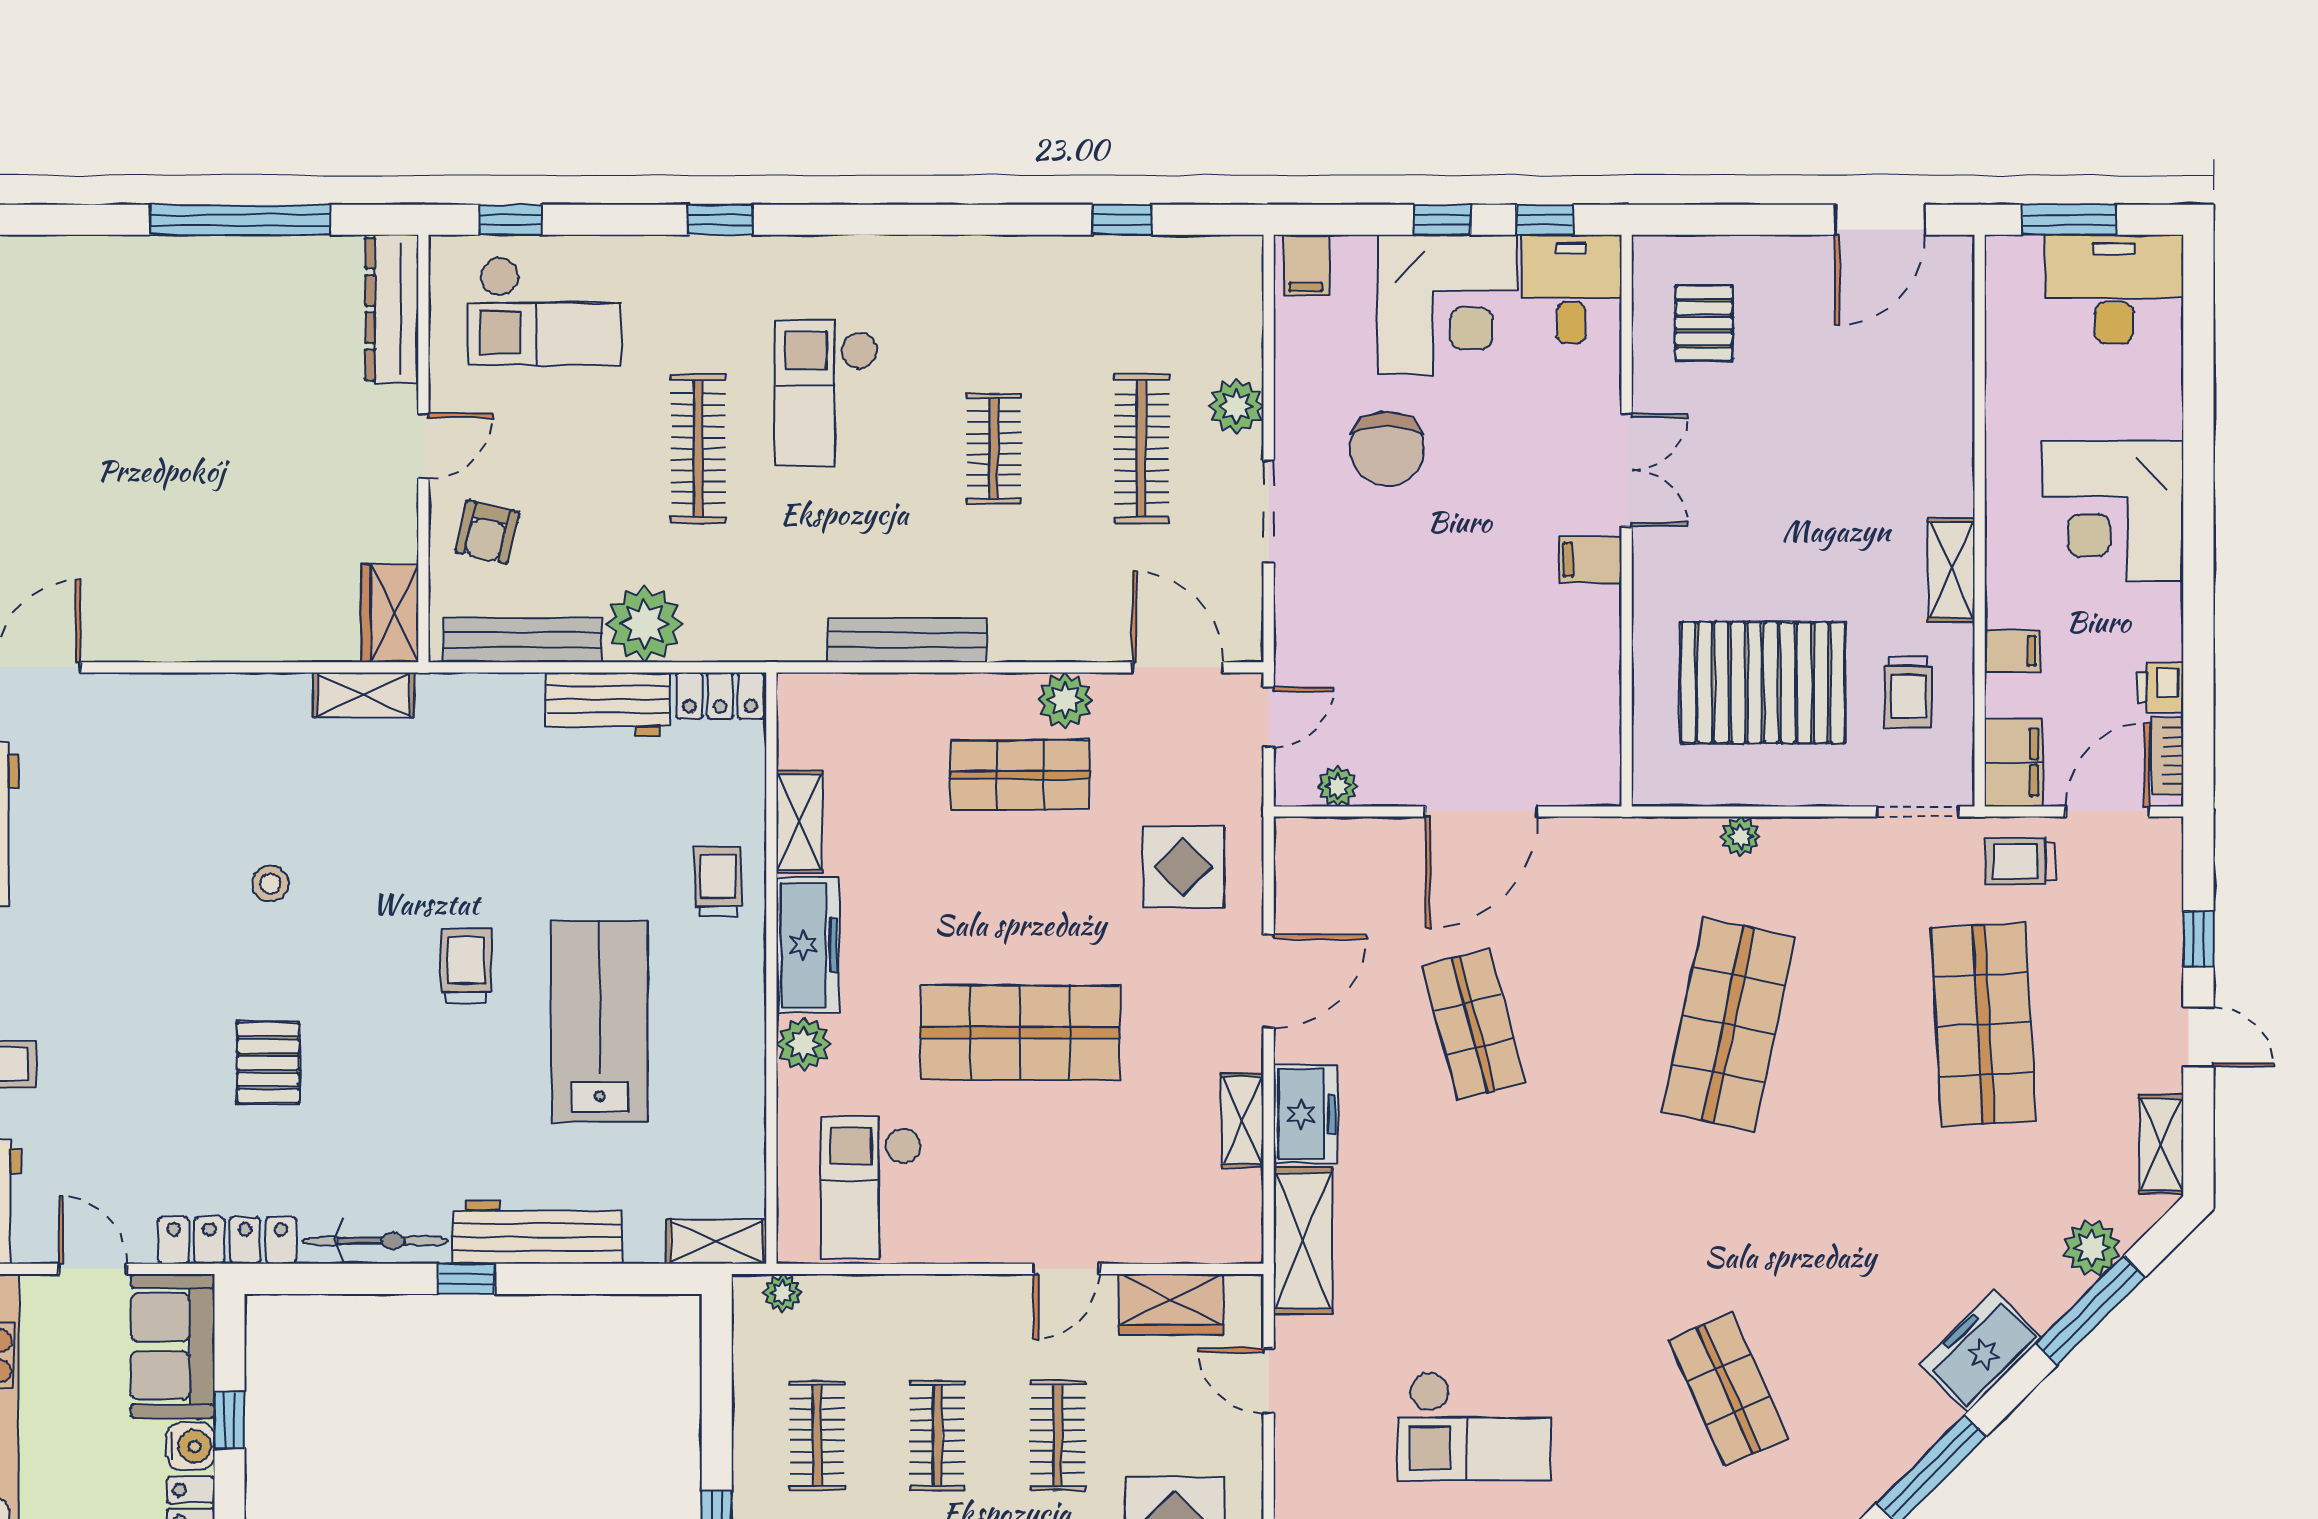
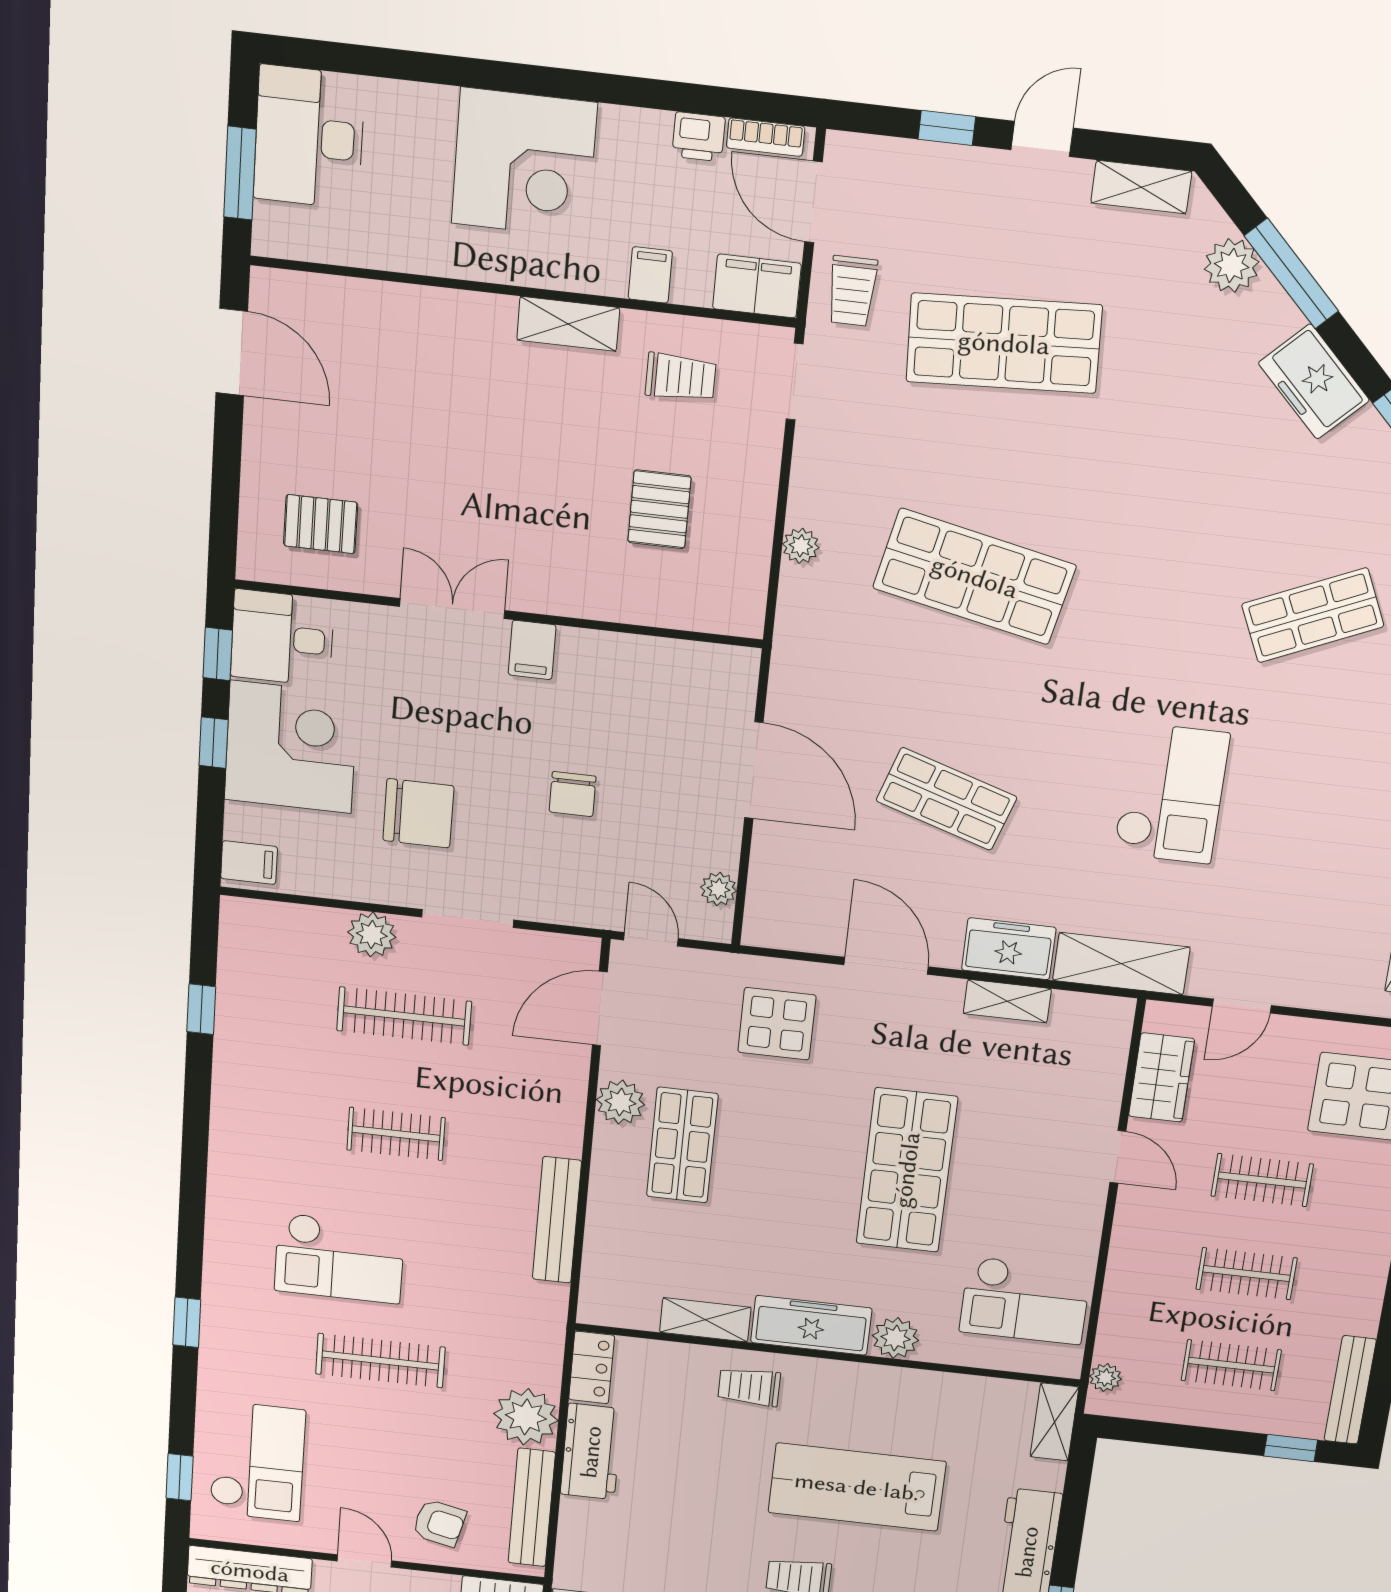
chair: (1430, 616) -> (573, 794), added
pallet: (1763, 683) -> (659, 509), width x0.49, depth x0.50
shop shelf: (1473, 1024) -> (946, 799), turned 33
checkout: (1474, 1426) -> (1171, 793), moved

